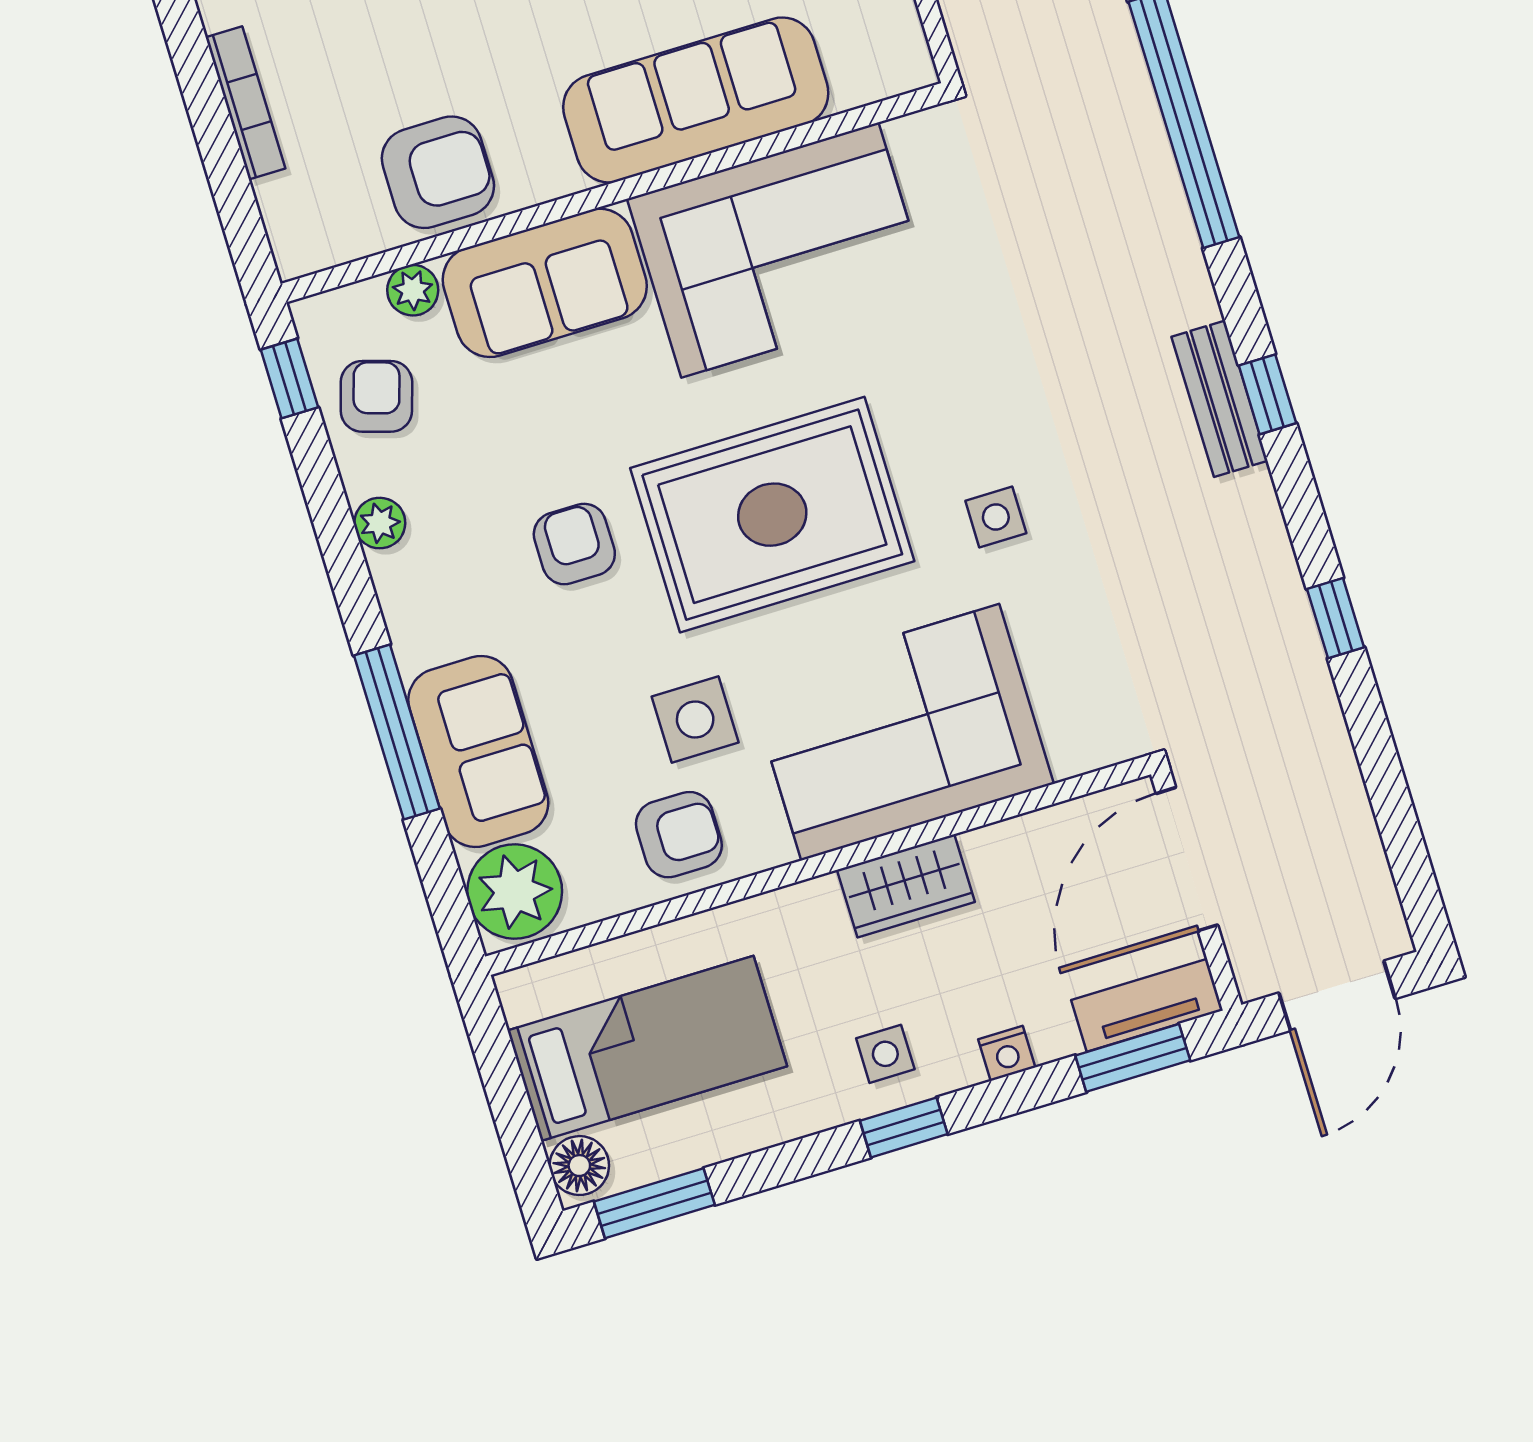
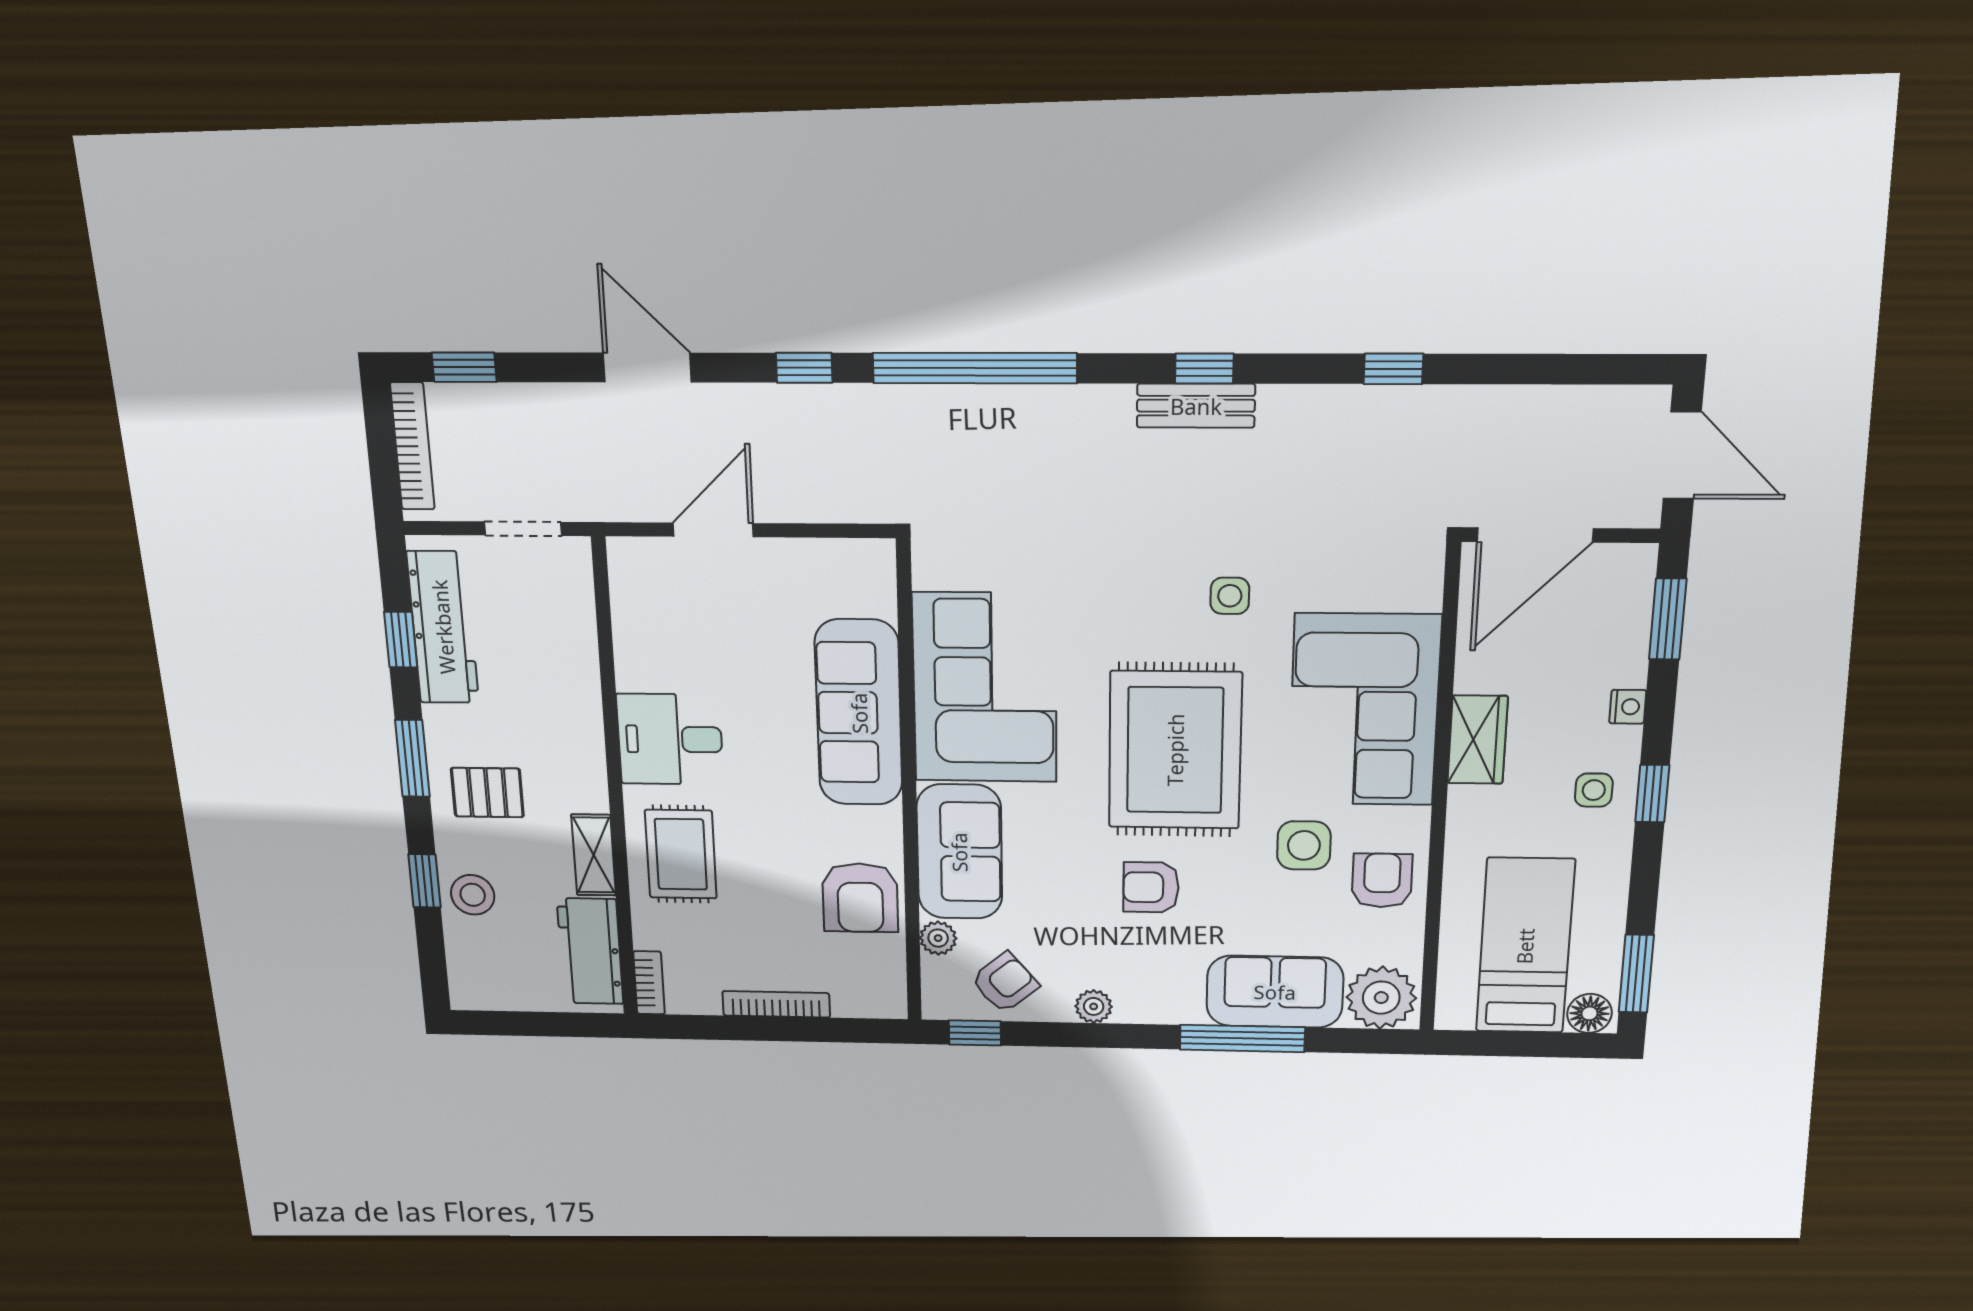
armchair: (438, 172) -> (860, 898), turned 180
armchair: (376, 396) -> (1005, 983), turned 123
door: (1187, 859) -> (1535, 535), hinge flipped
tv unit: (1147, 1005) -> (1633, 597), removed

